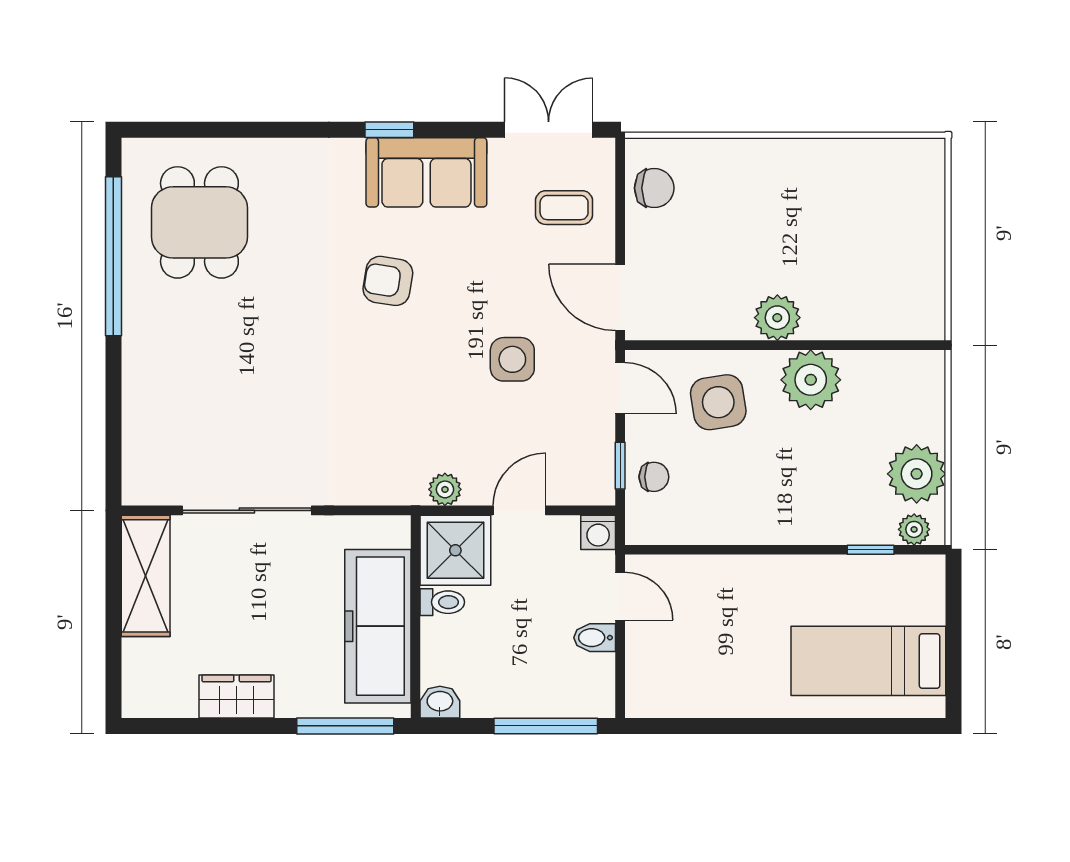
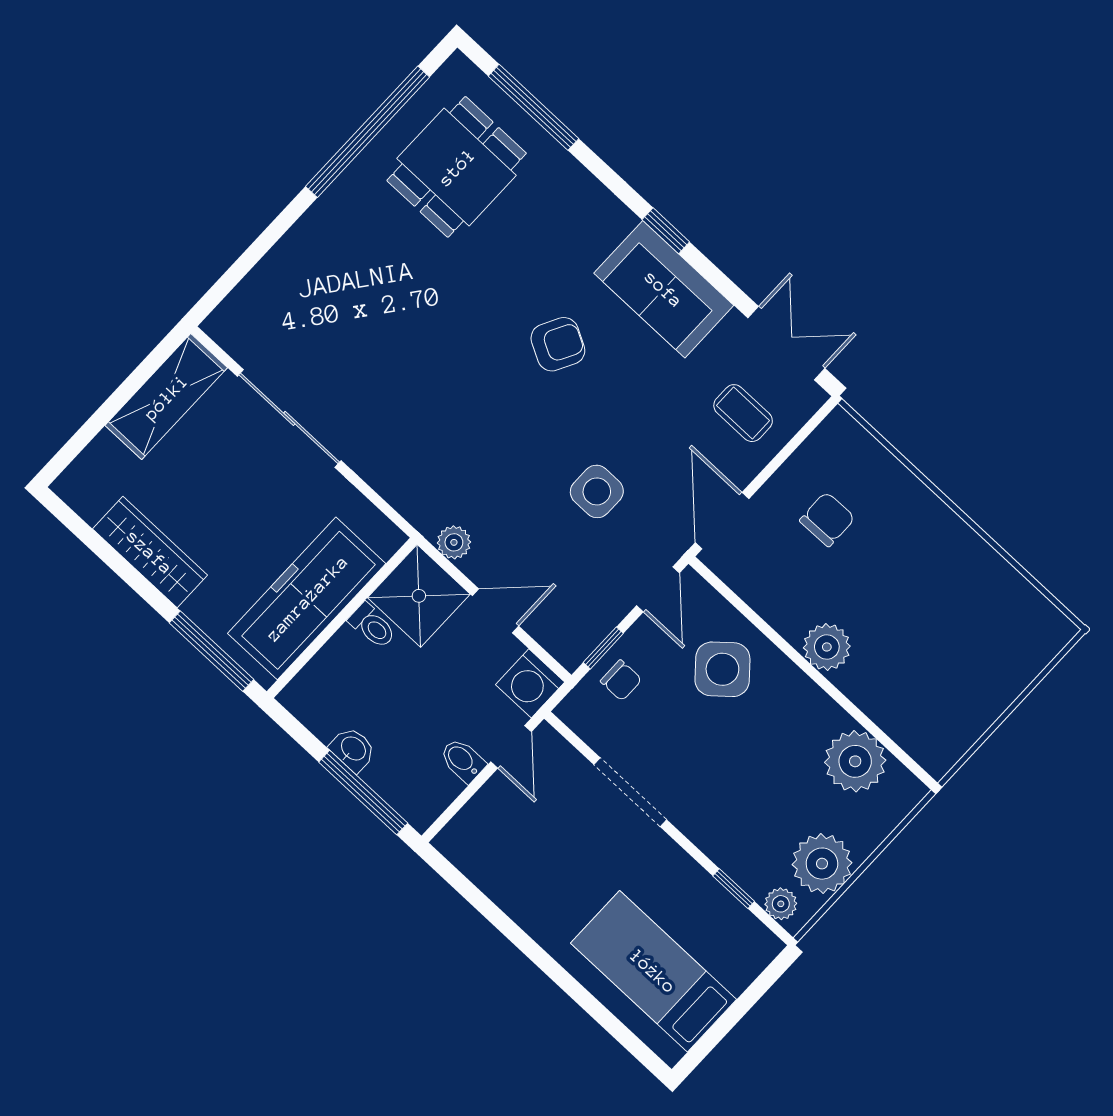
window: (215, 130) -> (533, 107), added
chair: (654, 188) -> (827, 519), moved, turned -91
armchair: (388, 281) -> (558, 344), turned 109
plant: (811, 380) -> (855, 761), moved
side table: (718, 402) -> (722, 669), turned -32
washing machine: (598, 532) -> (530, 683), width x1.38, depth x1.38
doorway: (734, 550) -> (630, 792), added
wardrobe: (237, 696) -> (150, 552), width x1.50
washbasin: (440, 702) -> (353, 749), moved

